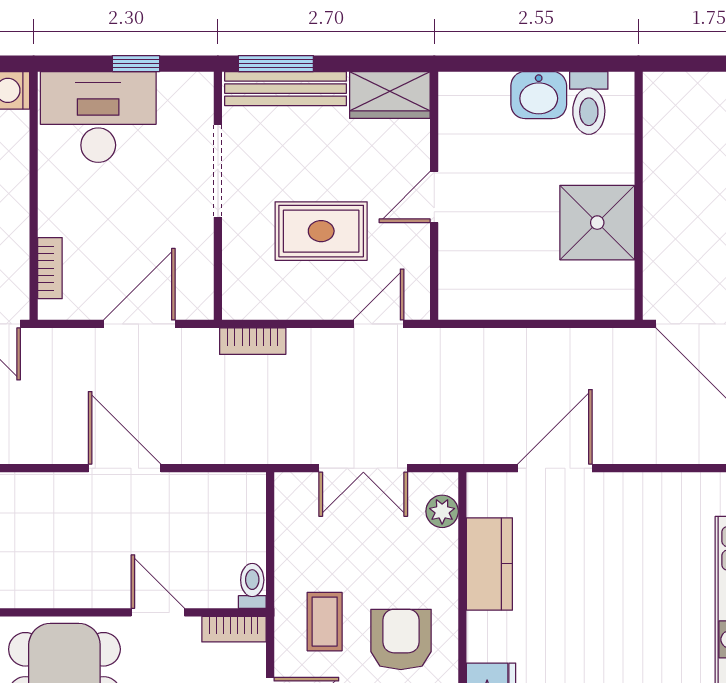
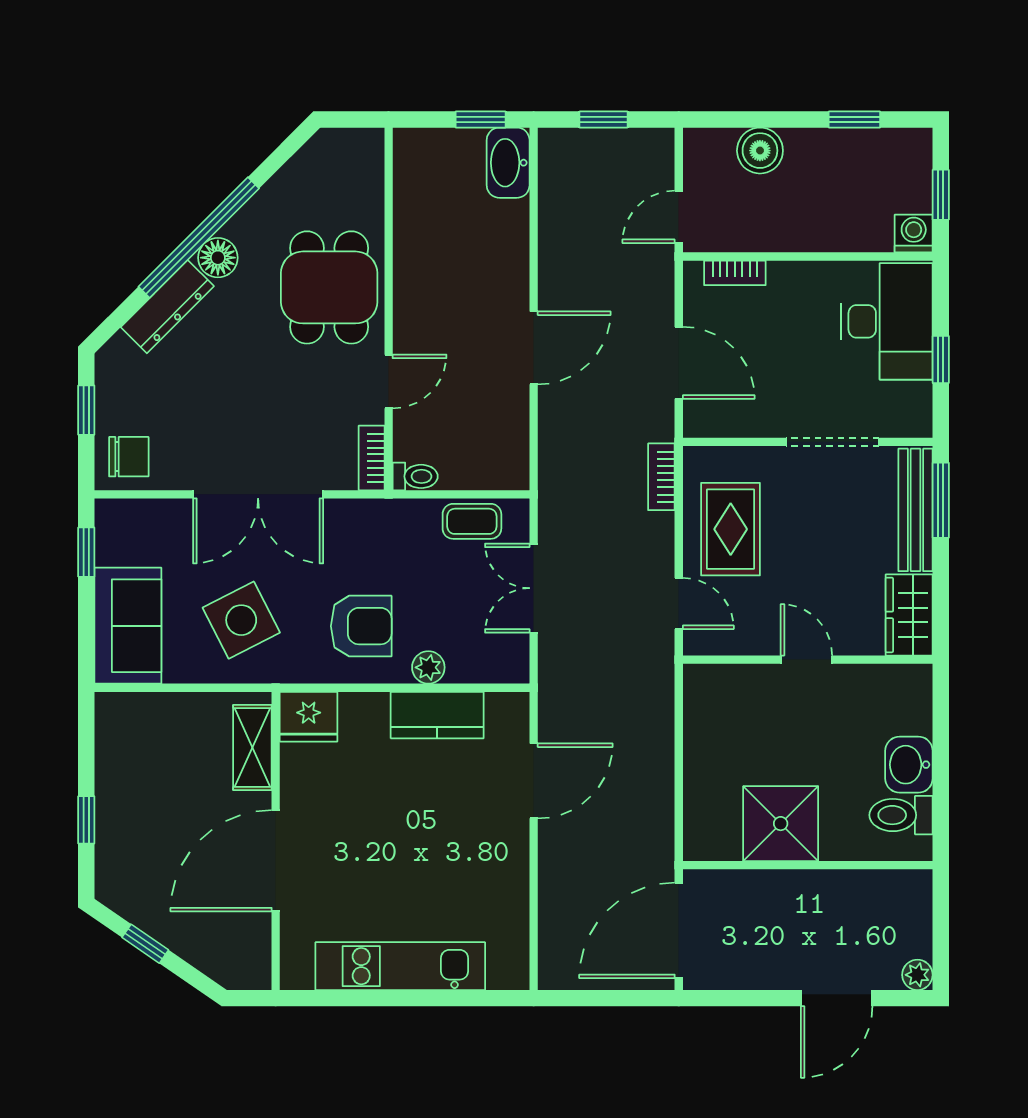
rug: (321, 231) -> (731, 529), moved
door: (555, 468) -> (534, 781), hinge flipped
plant: (442, 511) -> (428, 667), moved
coffee table: (325, 622) -> (472, 521), moved

